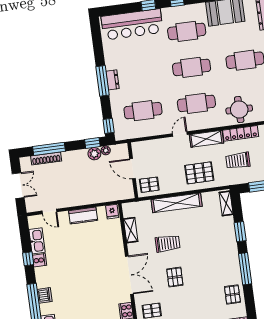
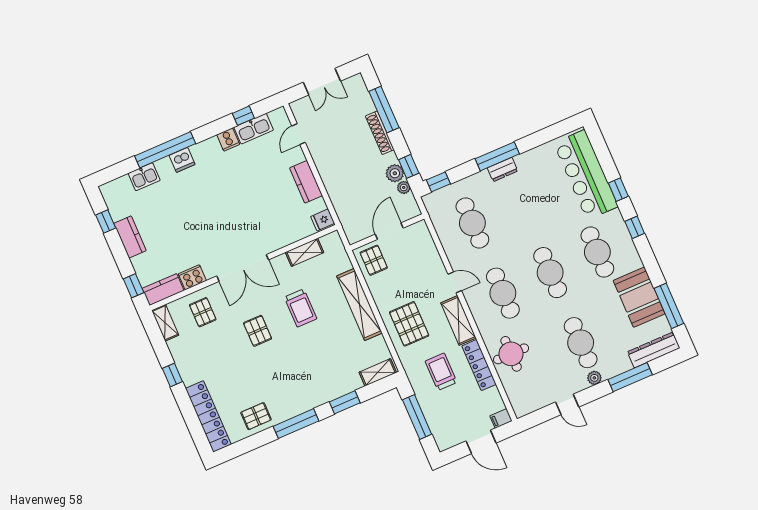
shoe rack: (46, 159) -> (380, 133), moved
window: (28, 259) -> (243, 116), moved
pallet: (175, 277) -> (258, 331), turned 90

